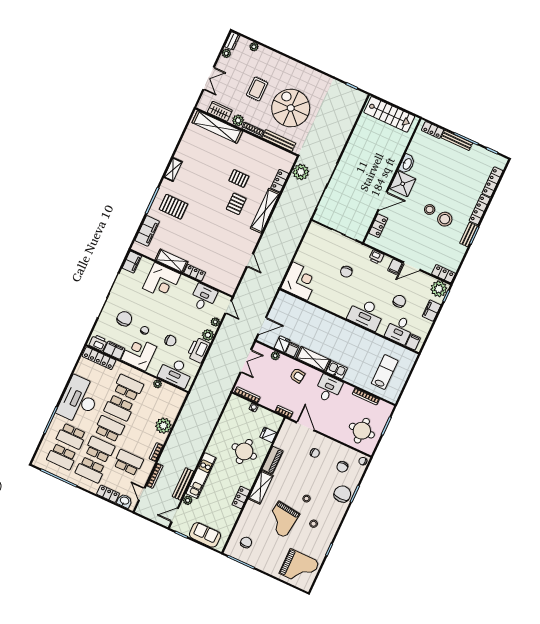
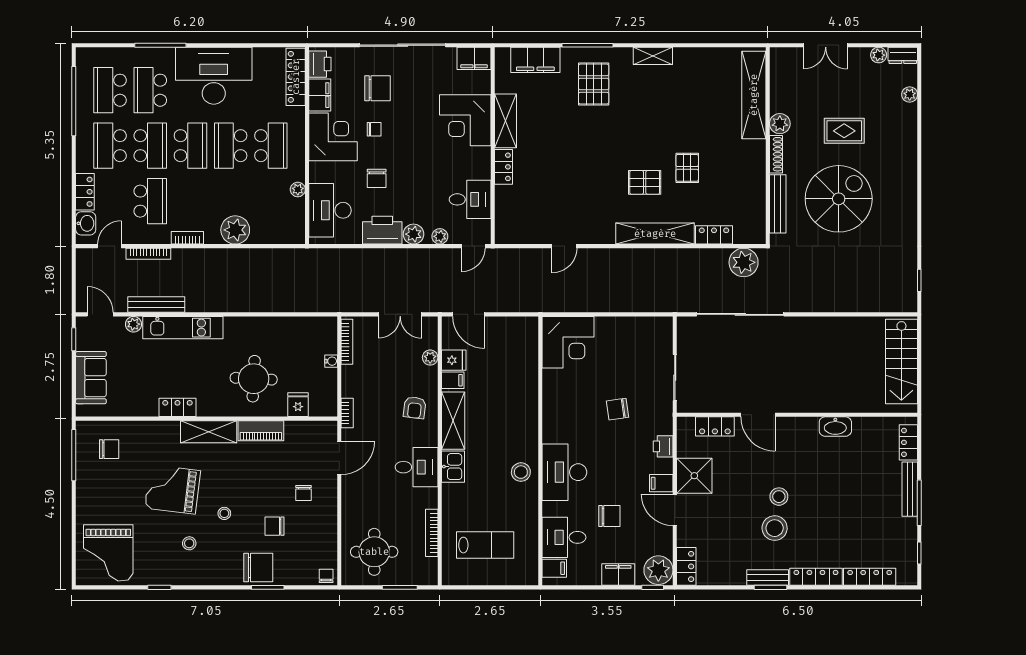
wardrobe: (220, 111) -> (781, 88), removed
shower: (403, 184) -> (694, 476), moved
stool: (356, 336) -> (521, 472), added
chair: (342, 467) -> (274, 526), moved

